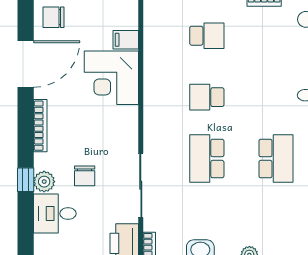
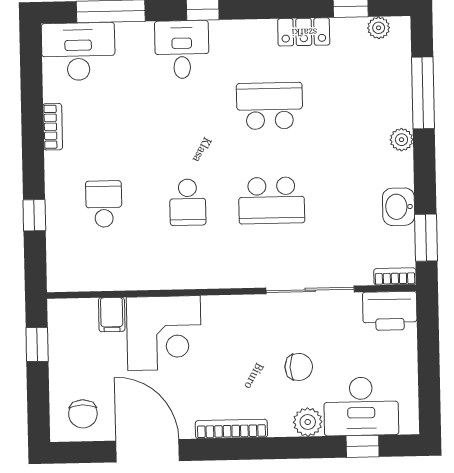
window: (26, 180) -> (363, 446), moved
desk: (55, 214) -> (361, 406), width x1.37

